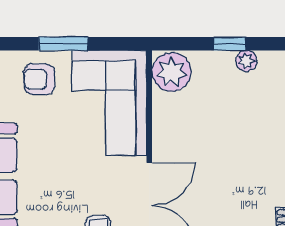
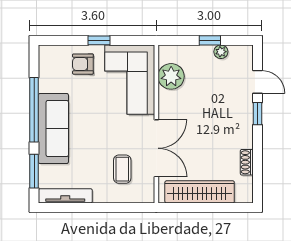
window: (63, 44) -> (99, 40), width x0.67
plant: (171, 72) -> (171, 76), moved

